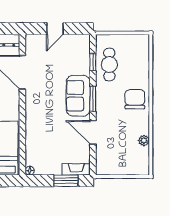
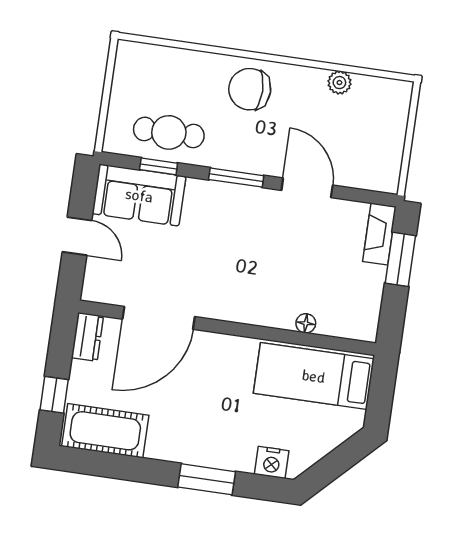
sofa: (78, 96) -> (139, 195), moved
door: (93, 133) -> (307, 188), swing flipped
floor lamp: (30, 171) -> (306, 323), moved

